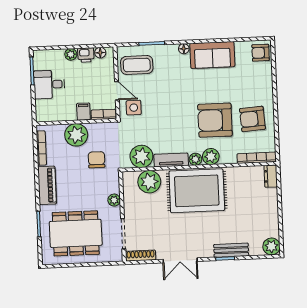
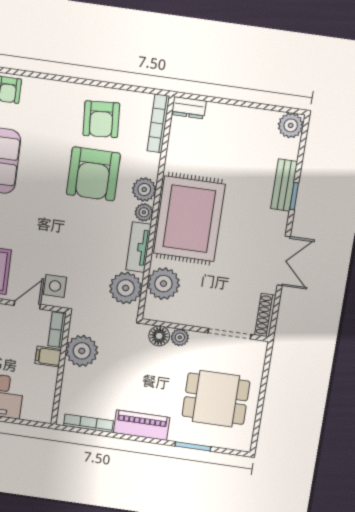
plant: (76, 135) -> (82, 351), moved
chair: (97, 160) -> (119, 351), removed
floor lamp: (112, 186) -> (159, 336), added
dining table: (76, 233) -> (216, 399), width x0.73

